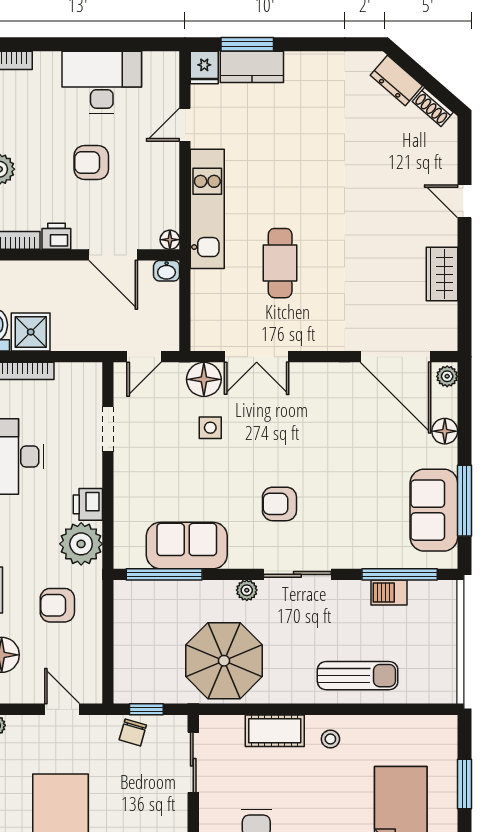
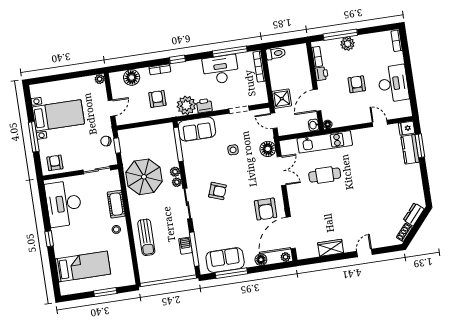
kitchen unit: (207, 209) -> (325, 142), moved
shower: (31, 332) -> (282, 99), moved
double door: (257, 357) -> (281, 171), swing flipped
armchair: (335, 404) -> (266, 209), added
side table: (210, 428) -> (233, 150), moved
armchair: (279, 504) -> (217, 191), turned 110
sofa: (187, 545) -> (197, 129), moved, turned 90
plant: (223, 591) -> (175, 172), added

